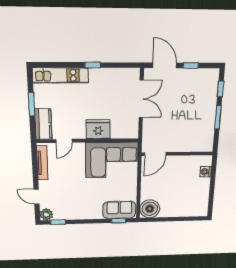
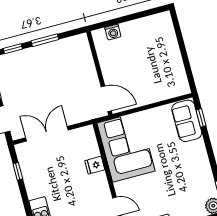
window: (93, 65) -> (18, 171), moved
fridge: (98, 129) -> (95, 165), width x0.53, depth x0.75
boiler: (150, 209) -> (176, 84), removed

